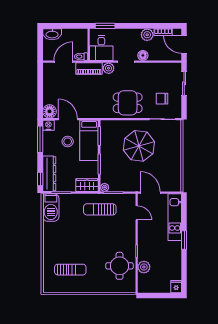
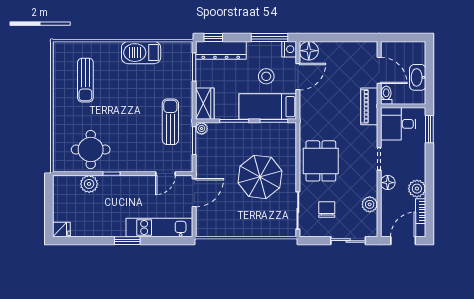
washbasin: (52, 34) -> (418, 77), moved
plant: (109, 68) -> (370, 204), moved
barbecue: (51, 208) -> (141, 53), moved

